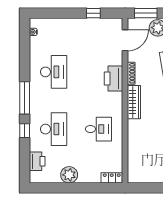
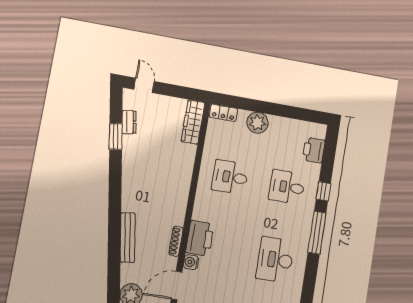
water cooler: (117, 60) -> (191, 262), added
wardrobe: (134, 102) -> (193, 122), moved
desk: (54, 129) -> (287, 187), width x0.73
plant: (69, 175) -> (257, 123), moved

